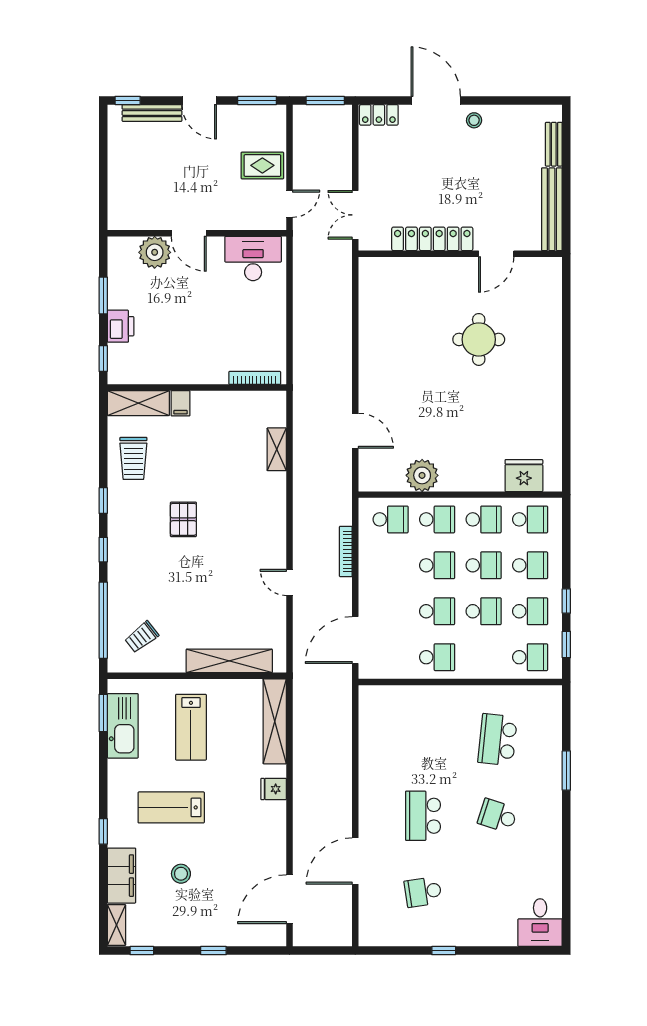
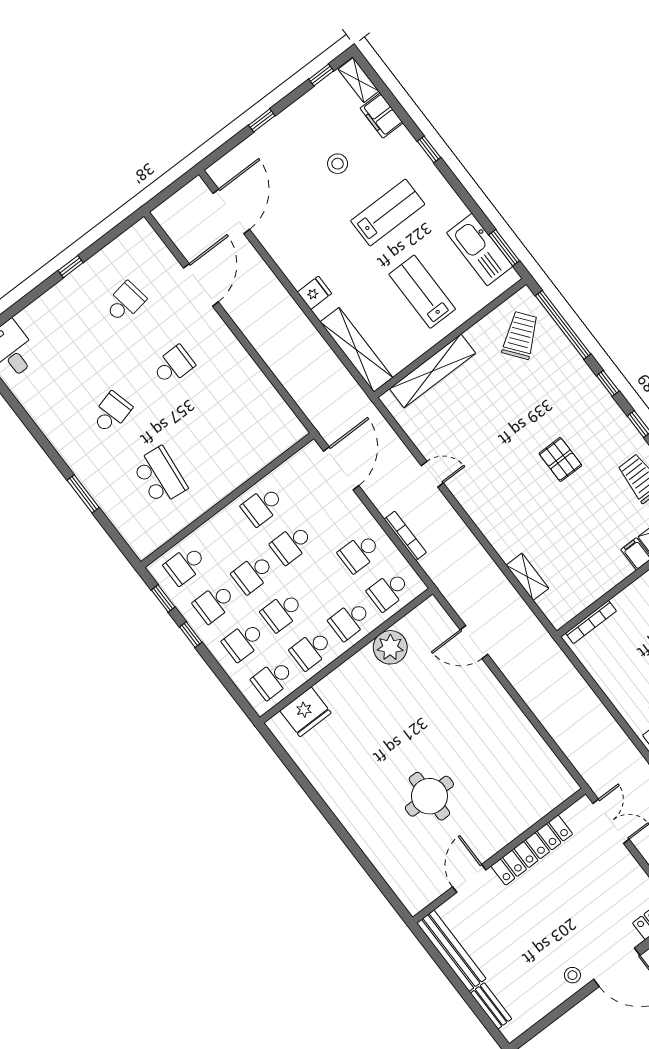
school desk: (437, 565) -> (359, 553), moved
trolley: (142, 637) -> (520, 335), width x1.36, depth x1.39
school desk: (423, 816) -> (173, 365), width x0.54
school desk: (498, 816) -> (111, 413), turned -33
filing cabinet: (122, 876) -> (382, 116), width x0.67, depth x0.86

